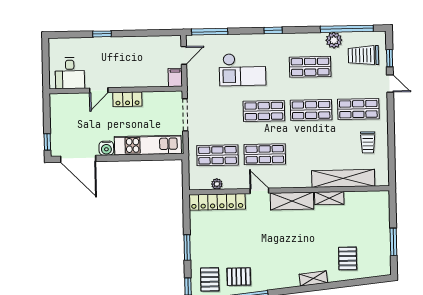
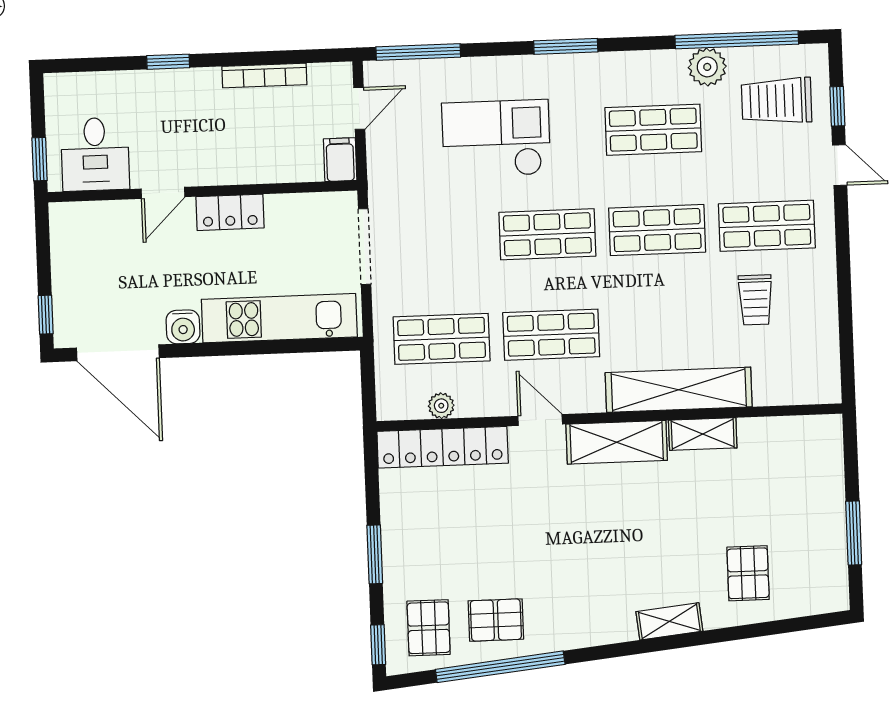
window: (273, 30) -> (566, 46), width x1.50
bookcase: (143, 41) -> (264, 76), added
checkout: (243, 70) -> (496, 139), turned 180
window: (46, 75) -> (40, 159), added
trolley: (368, 142) -> (755, 300), moved
shelving: (343, 178) -> (679, 390), moved

